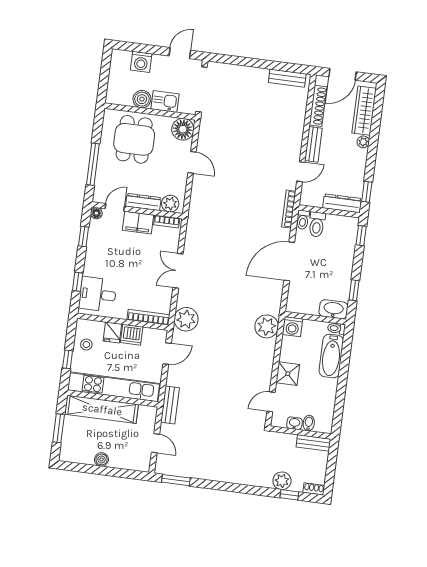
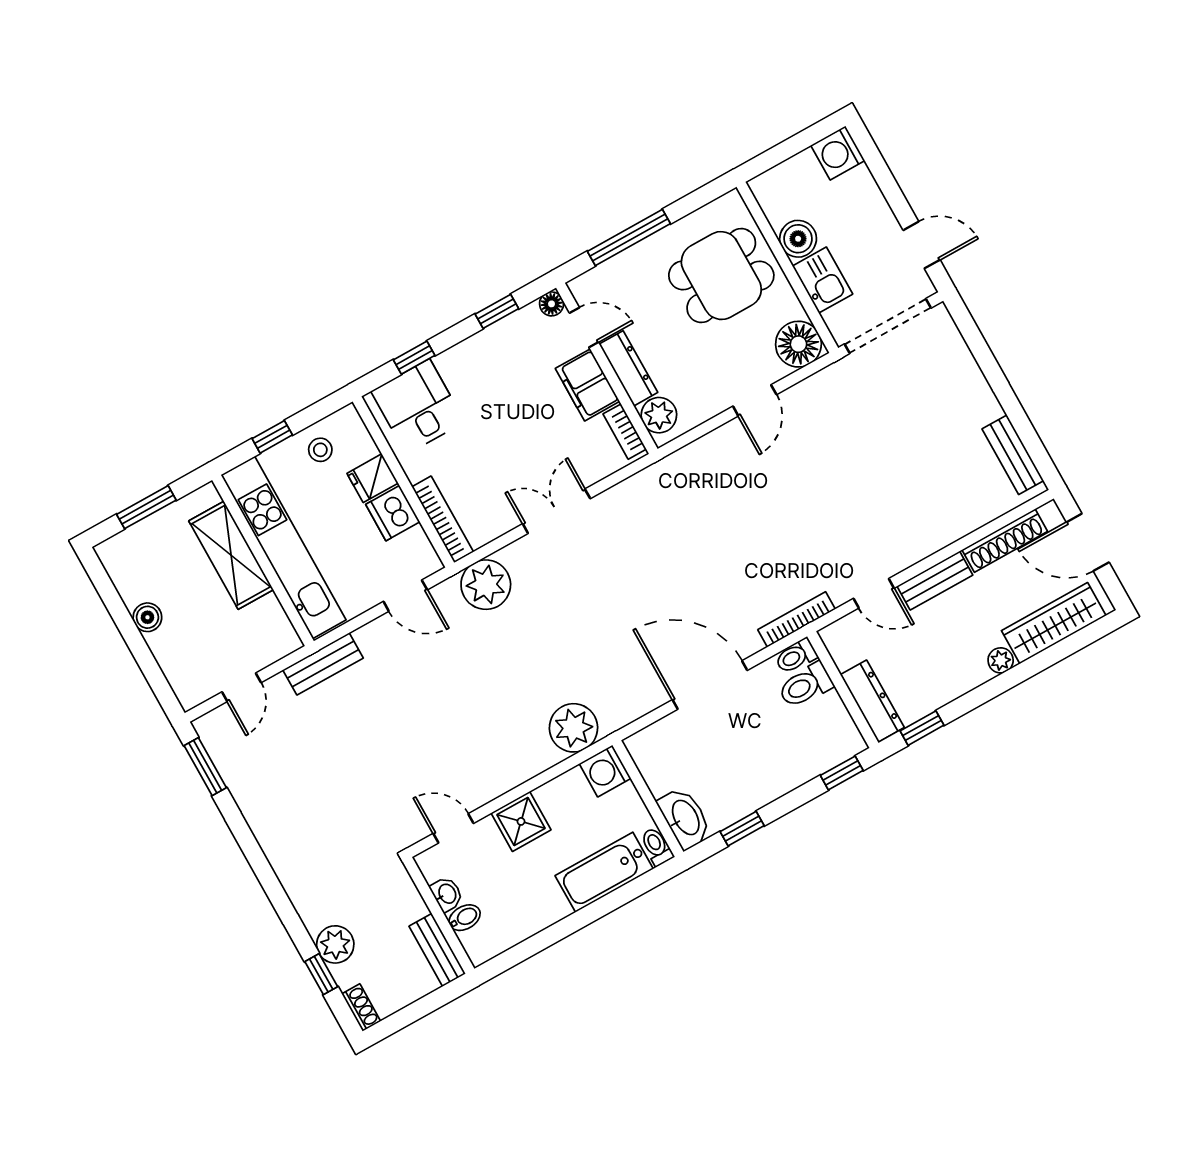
washing machine: (141, 62) -> (838, 153), moved
shelving: (102, 409) -> (231, 555), width x0.68

